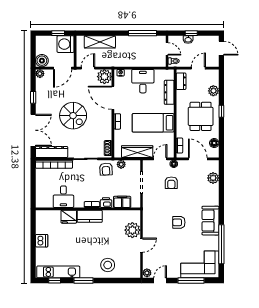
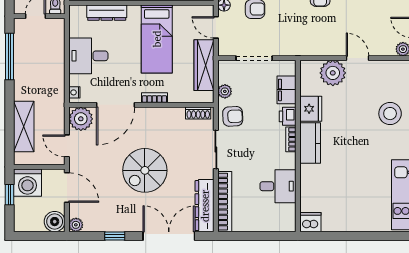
spiral stairs: (73, 116) -> (145, 170), turned 180
fridge: (69, 217) -> (311, 109), moved
dishwasher: (42, 241) -> (310, 222), moved

